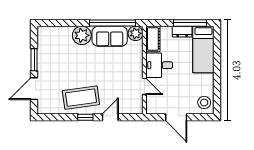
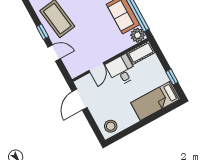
window: (190, 23) -> (172, 77), width x0.46
dresser: (182, 32) -> (161, 74), removed
door: (176, 117) -> (80, 100), moved

